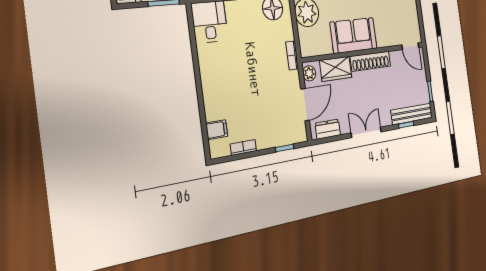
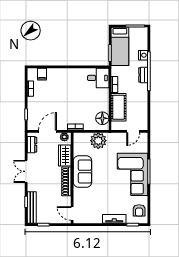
door: (410, 46) -> (72, 213), hinge flipped
door: (305, 105) -> (47, 131), swing flipped
double door: (366, 132) -> (26, 171), swing flipped

